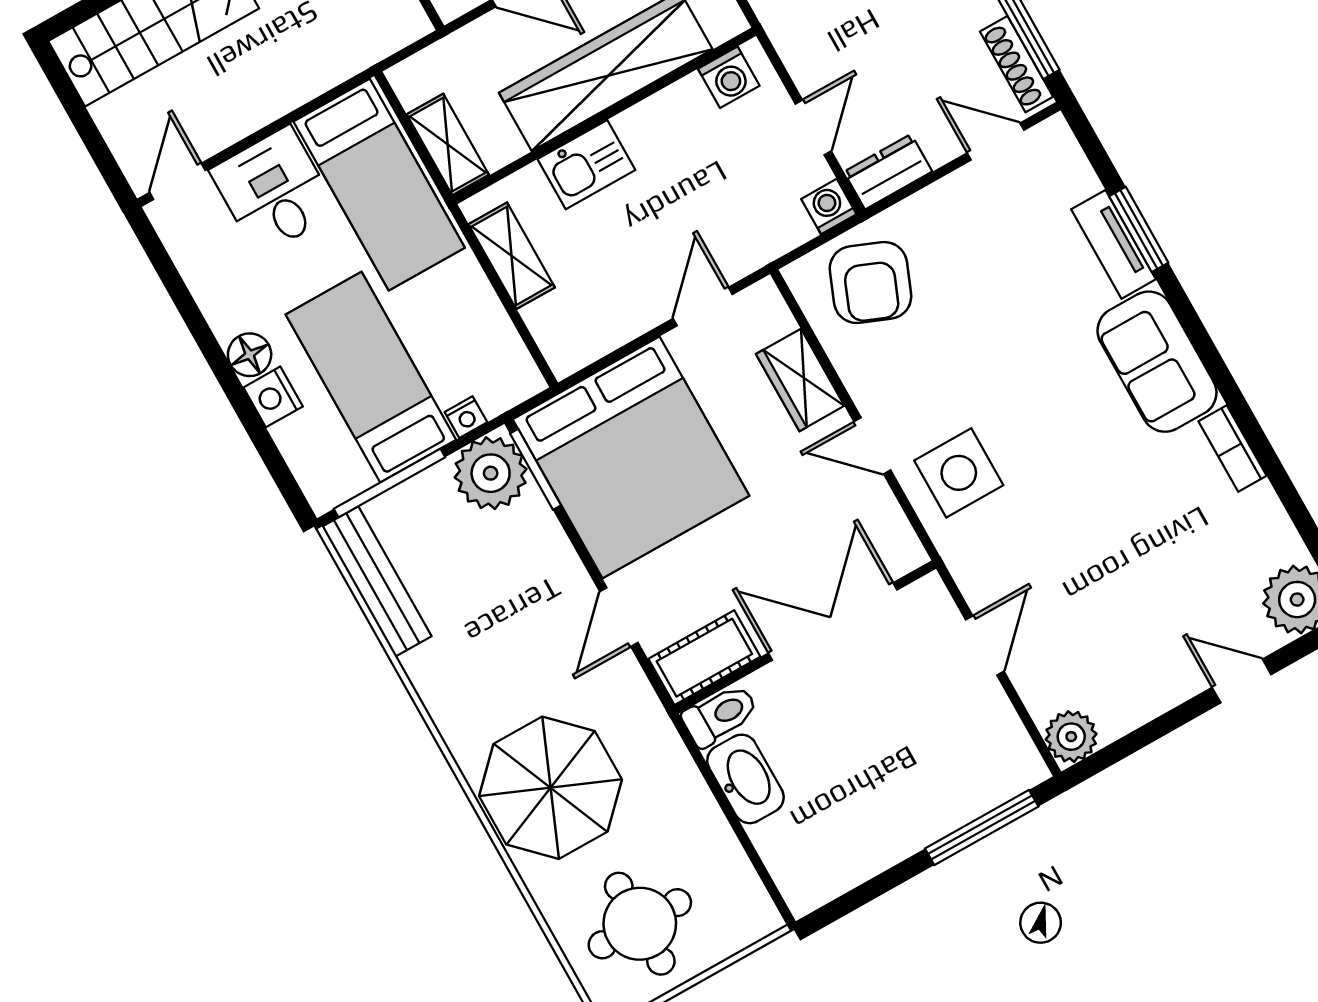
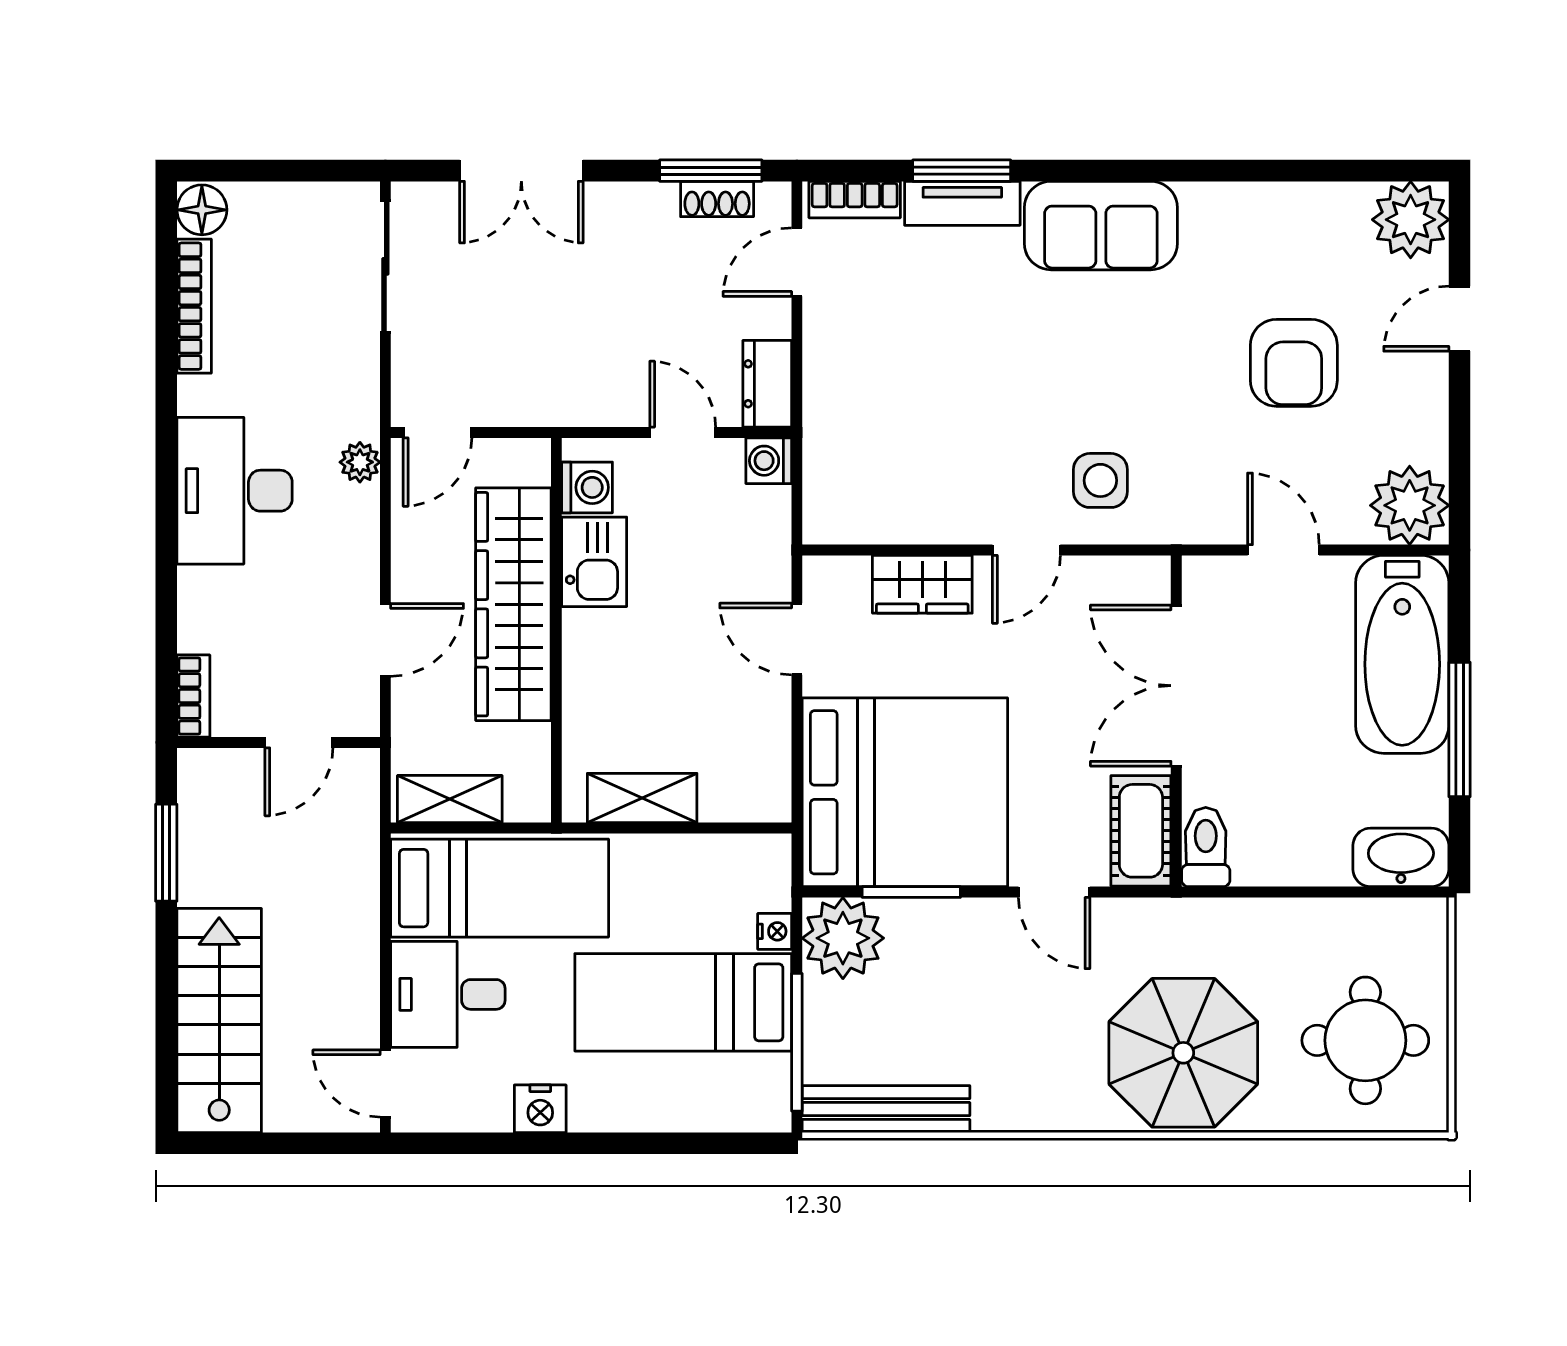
shoe rack: (1016, 64) -> (717, 199), width x0.70
shelving: (448, 145) -> (450, 799), moved
kitchen sink: (586, 165) -> (594, 562), moved
armchair: (870, 283) -> (1294, 363), moved, turned 68
floor lamp: (250, 355) -> (594, 1108), removed
nightstand: (273, 397) -> (540, 1109), moved
bookcase: (1233, 448) -> (855, 200), moved
window: (536, 469) -> (911, 892), moved
side table: (959, 473) -> (1100, 480), width x0.73, depth x0.73
plant: (1071, 737) -> (1410, 505), width x1.36, depth x1.36
washbasin: (745, 779) -> (1401, 857), moved
bathtub: (956, 783) -> (1402, 654), added
window: (982, 827) -> (1460, 730), moved

